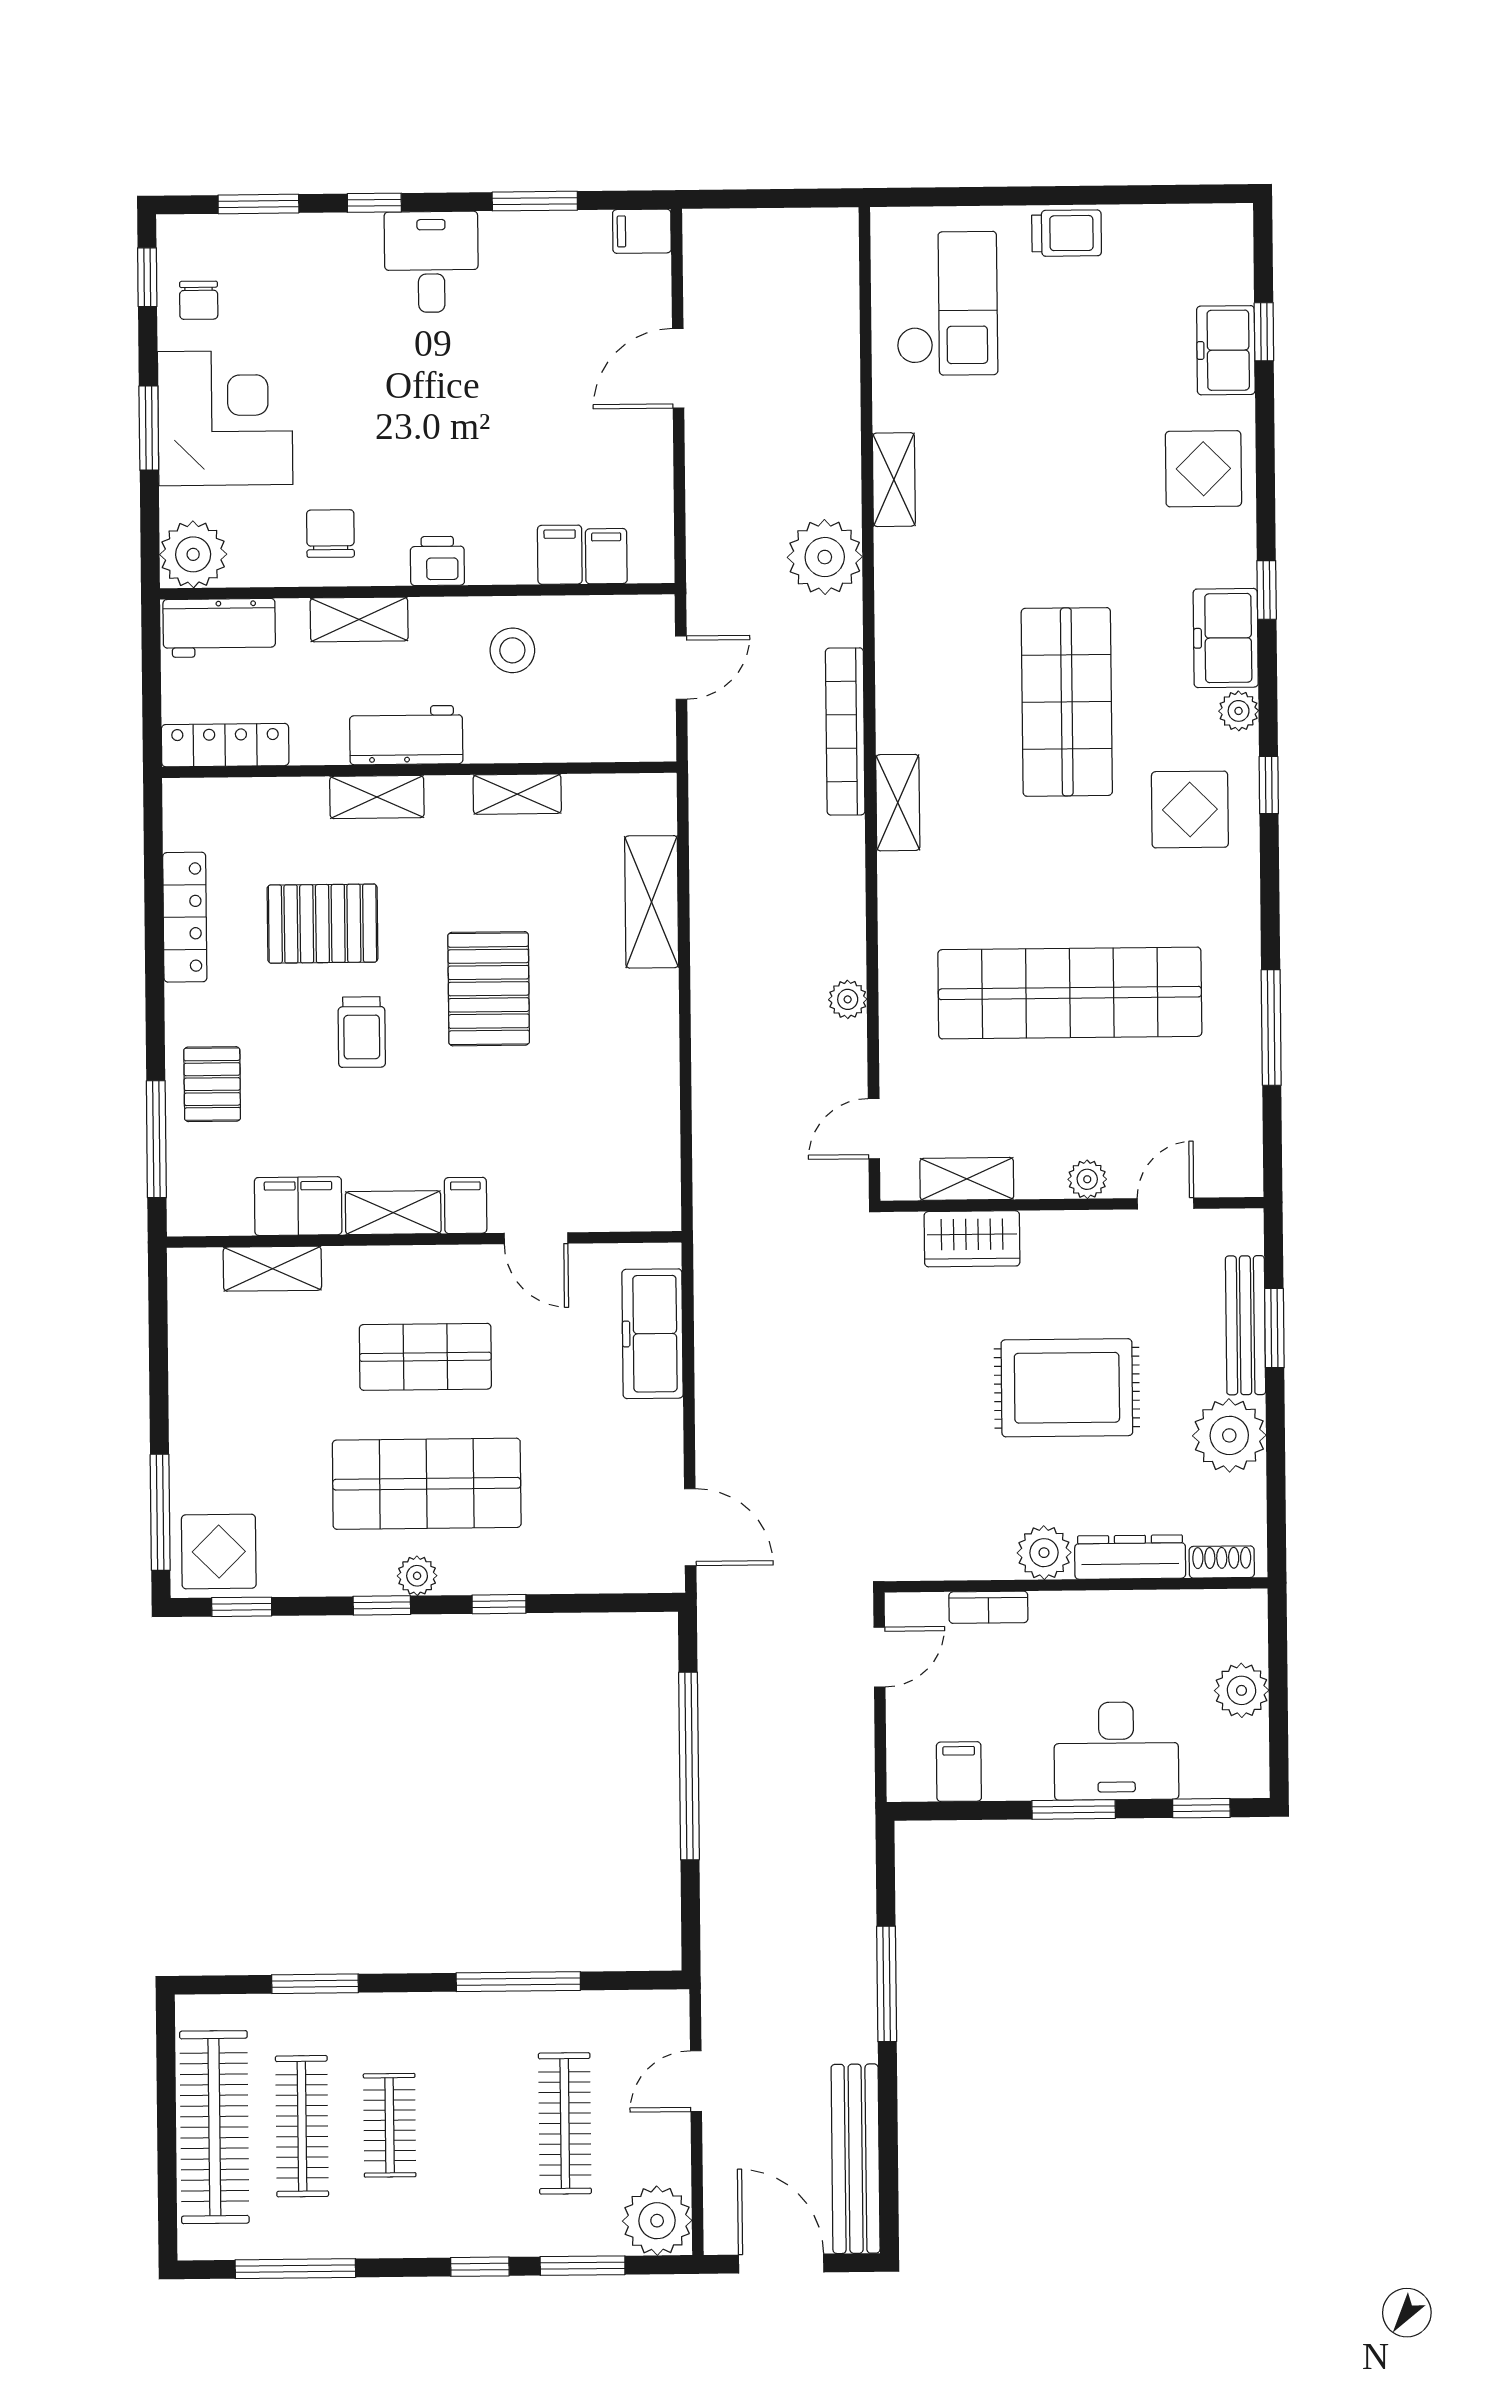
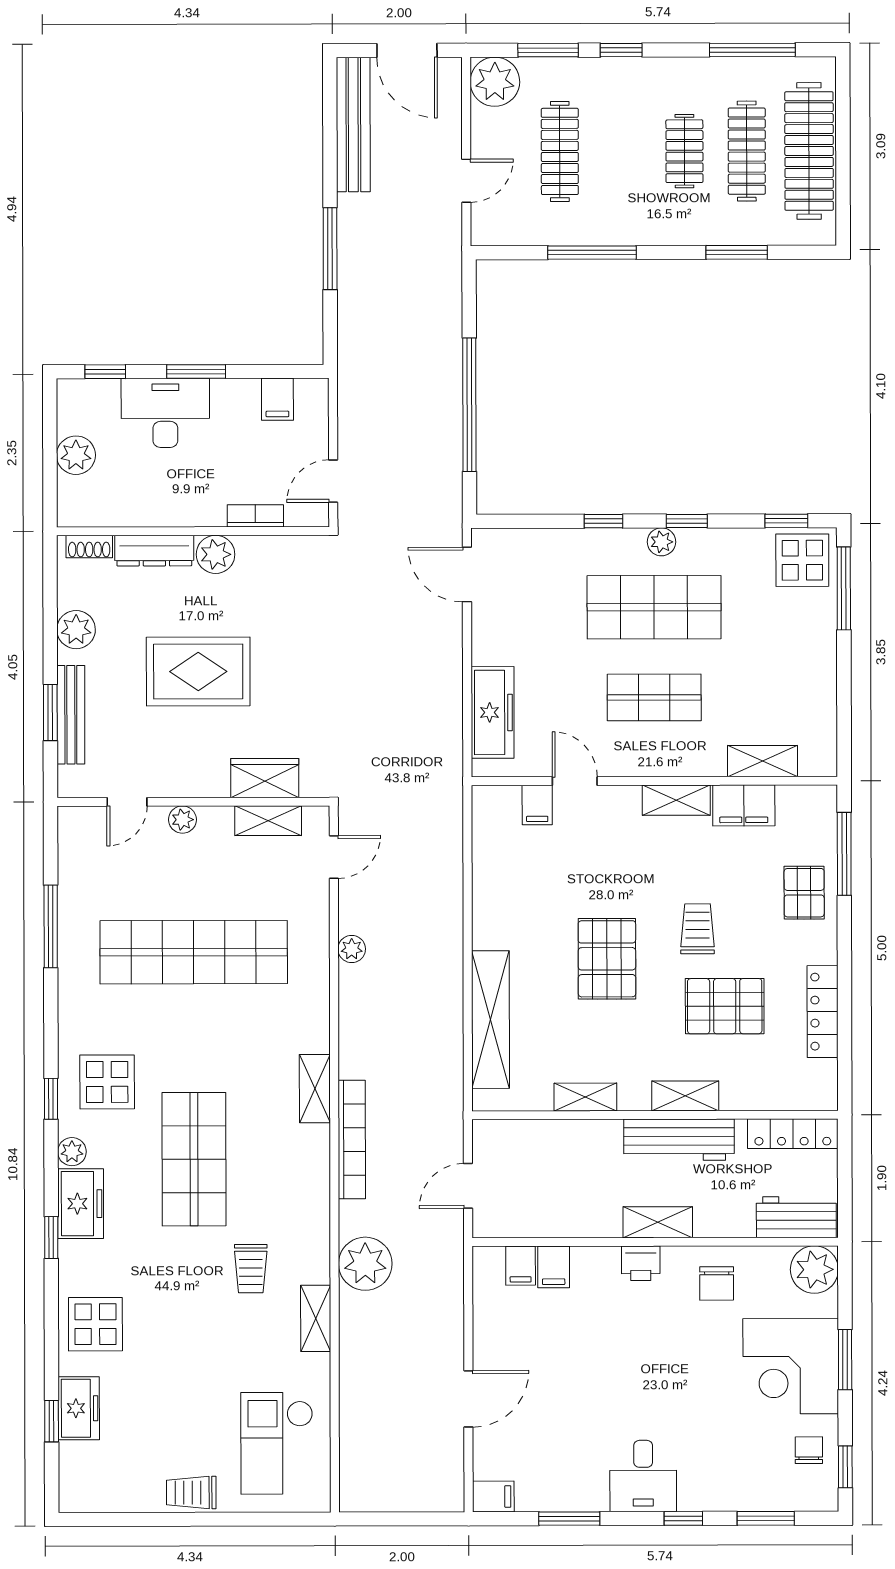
trolley: (986, 549) -> (251, 1269), added
shelving: (359, 619) -> (658, 1222), moved
stool: (512, 650) -> (588, 1199), removed
workbench: (406, 735) -> (679, 1140), width x1.38
shelving: (652, 902) -> (491, 1020), width x1.47
filing cabinet: (466, 1205) -> (537, 805), moved
plant: (1229, 1435) -> (76, 630), width x0.73, depth x0.73

